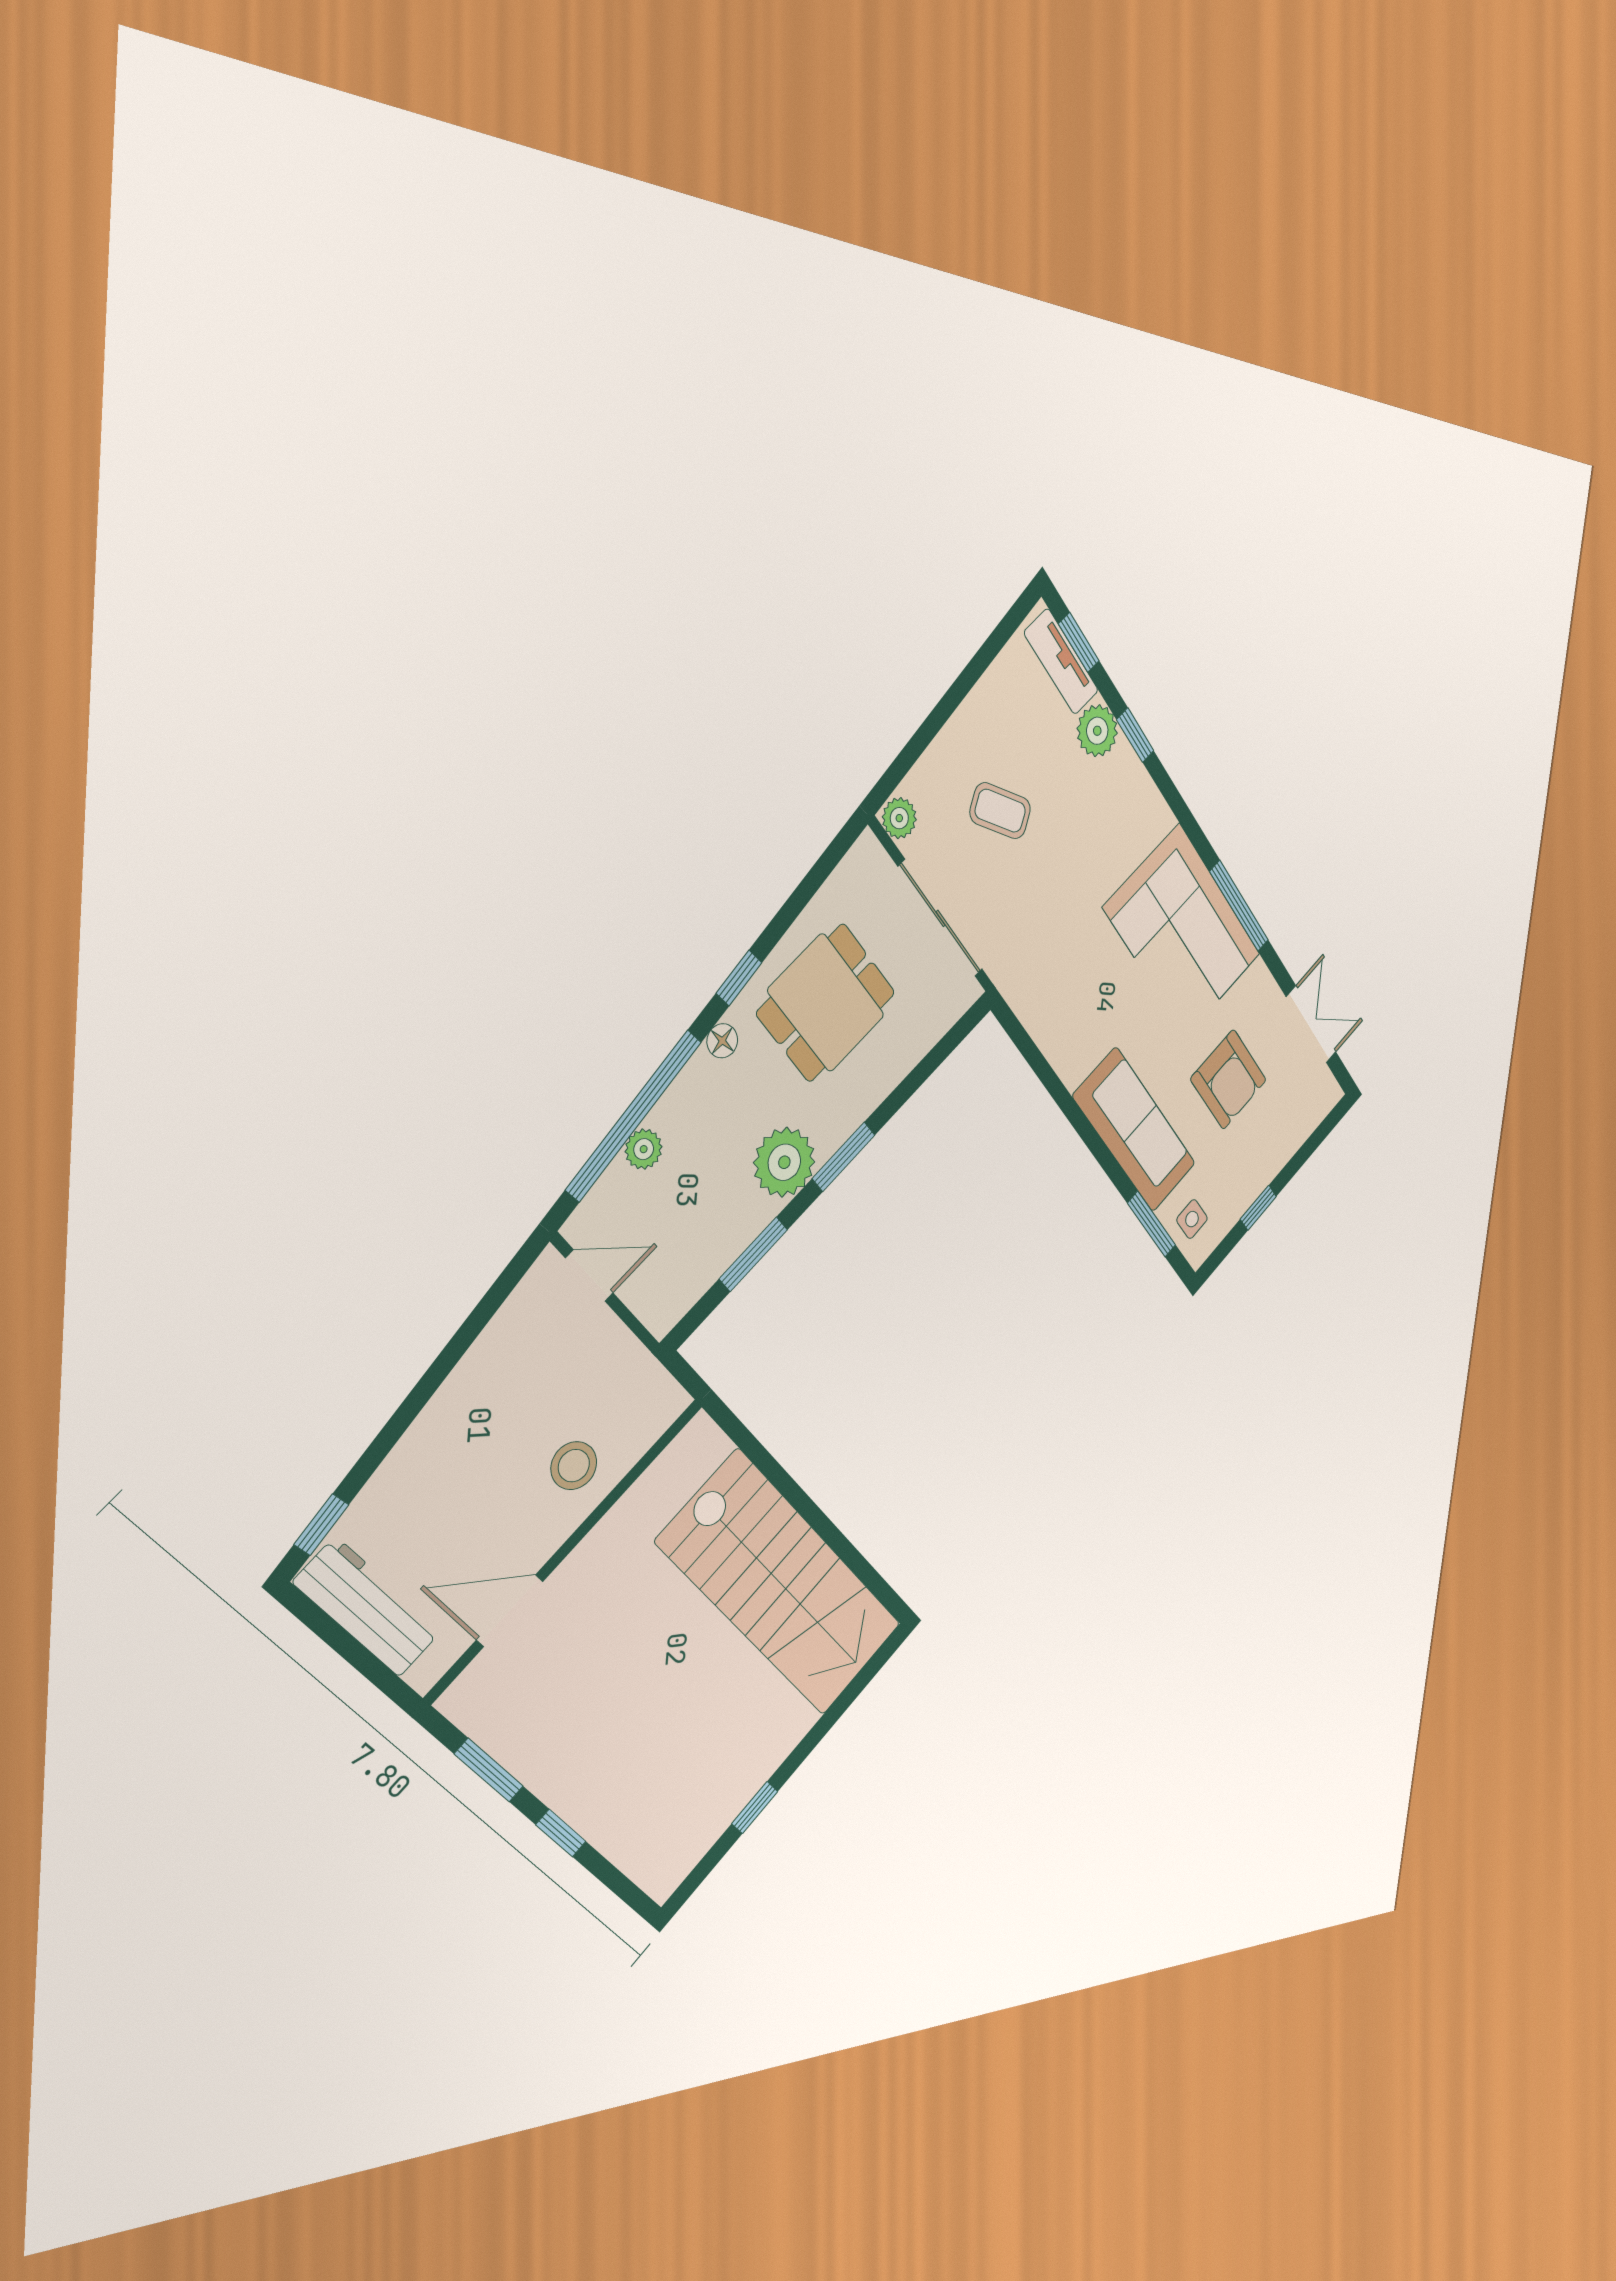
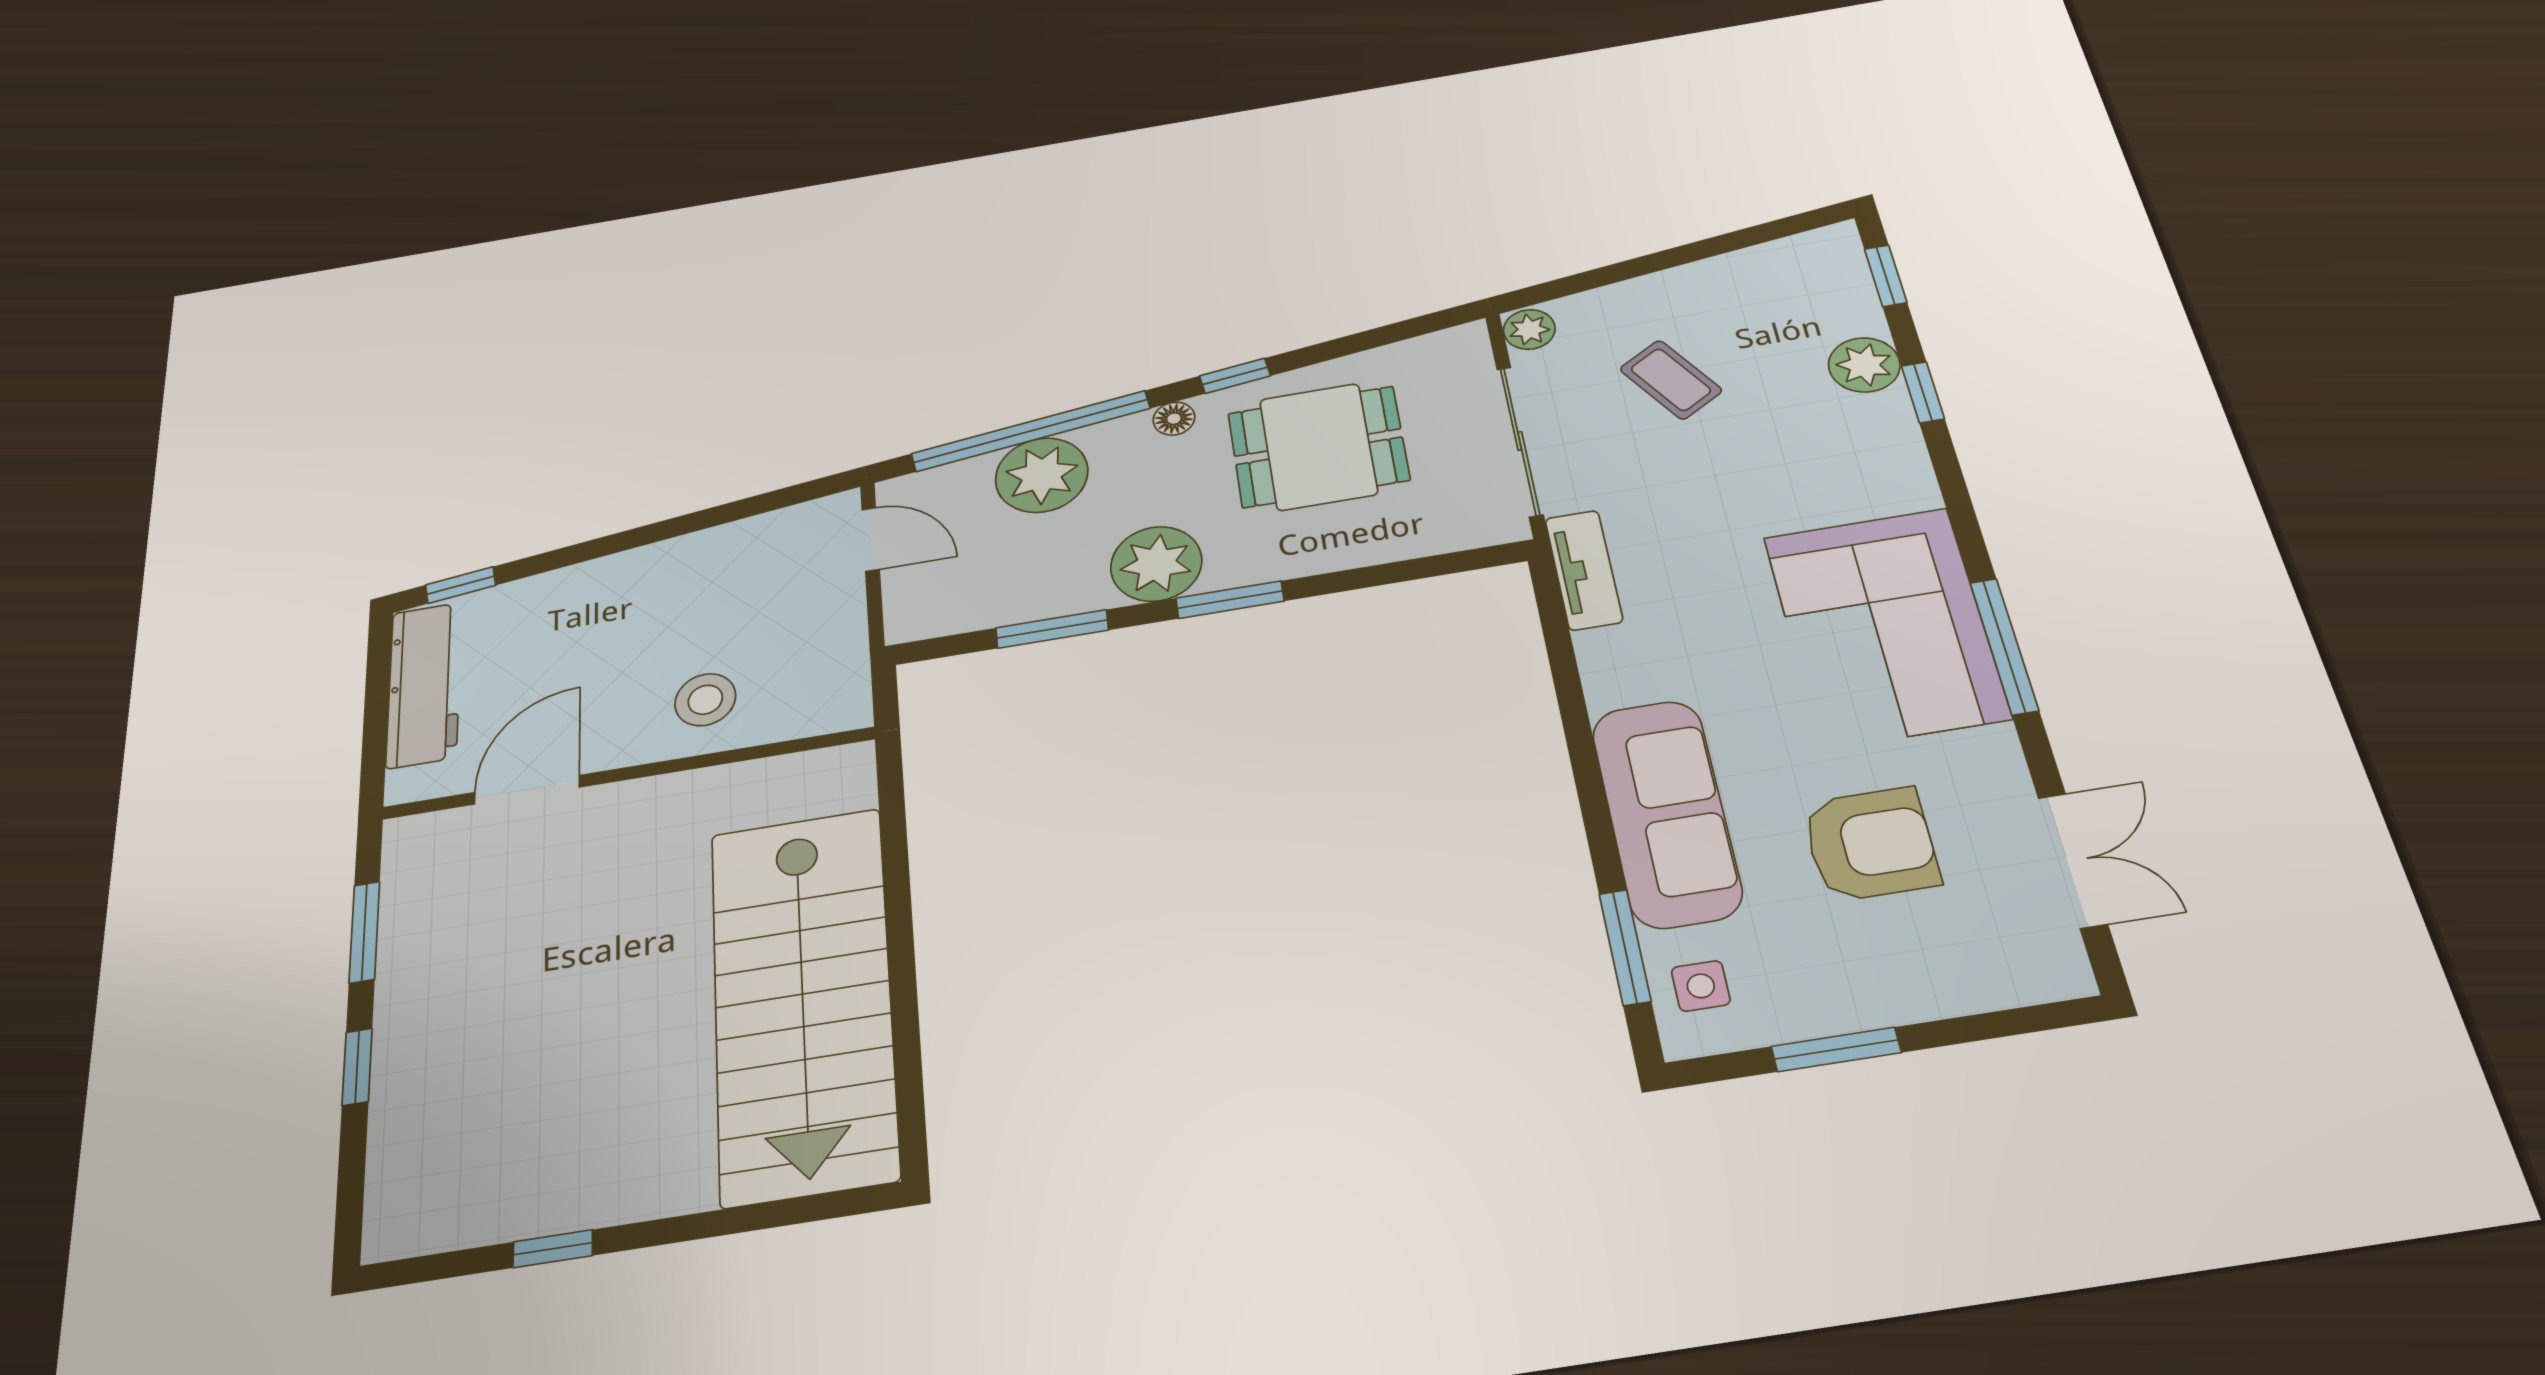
tv unit: (1061, 662) -> (1584, 570), moved, turned 180
armchair: (1228, 1080) -> (1870, 844), turned -90
plant: (644, 1149) -> (1042, 475), width x1.88, depth x1.88
window: (1258, 1208) -> (1836, 1049), width x1.50
door: (510, 1611) -> (527, 790), hinge flipped

